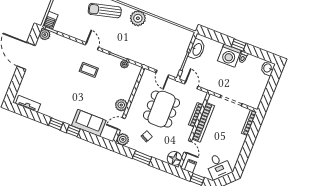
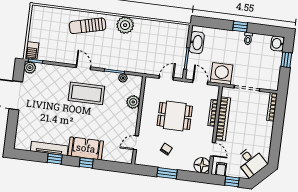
washing machine: (229, 56) -> (222, 74), moved, turned 180
coffee table: (89, 70) -> (86, 93), width x1.86, depth x1.72
door: (162, 74) -> (166, 78), swing flipped
window: (272, 84) -> (286, 60), added
tv unit: (28, 104) -> (49, 149), moved, width x1.41
plant: (121, 105) -> (133, 102), moved
dining table: (161, 109) -> (175, 116), width x0.73
sofa: (89, 123) -> (86, 148), moved
window: (56, 124) -> (55, 159), moved
plant: (123, 139) -> (141, 159), removed

